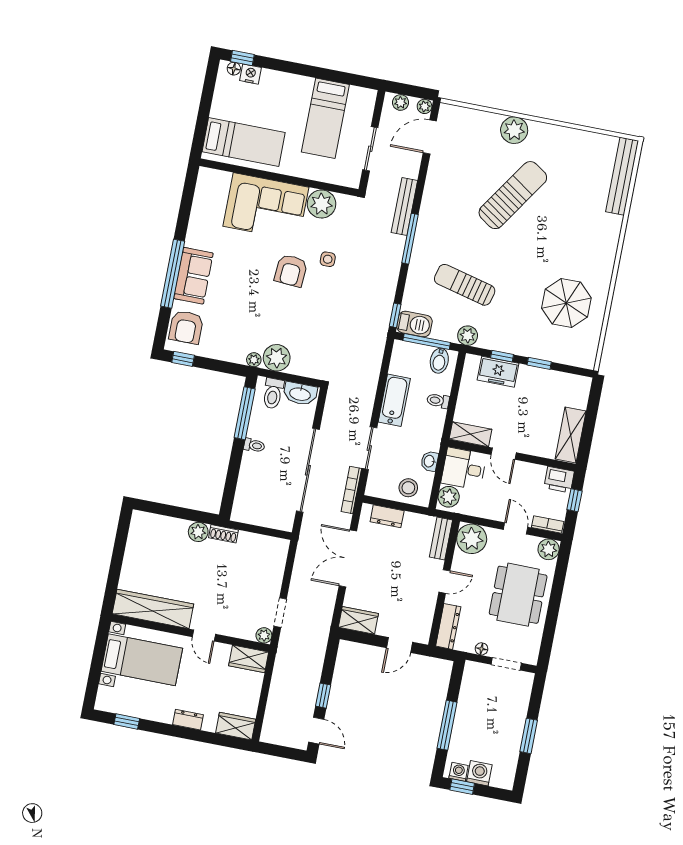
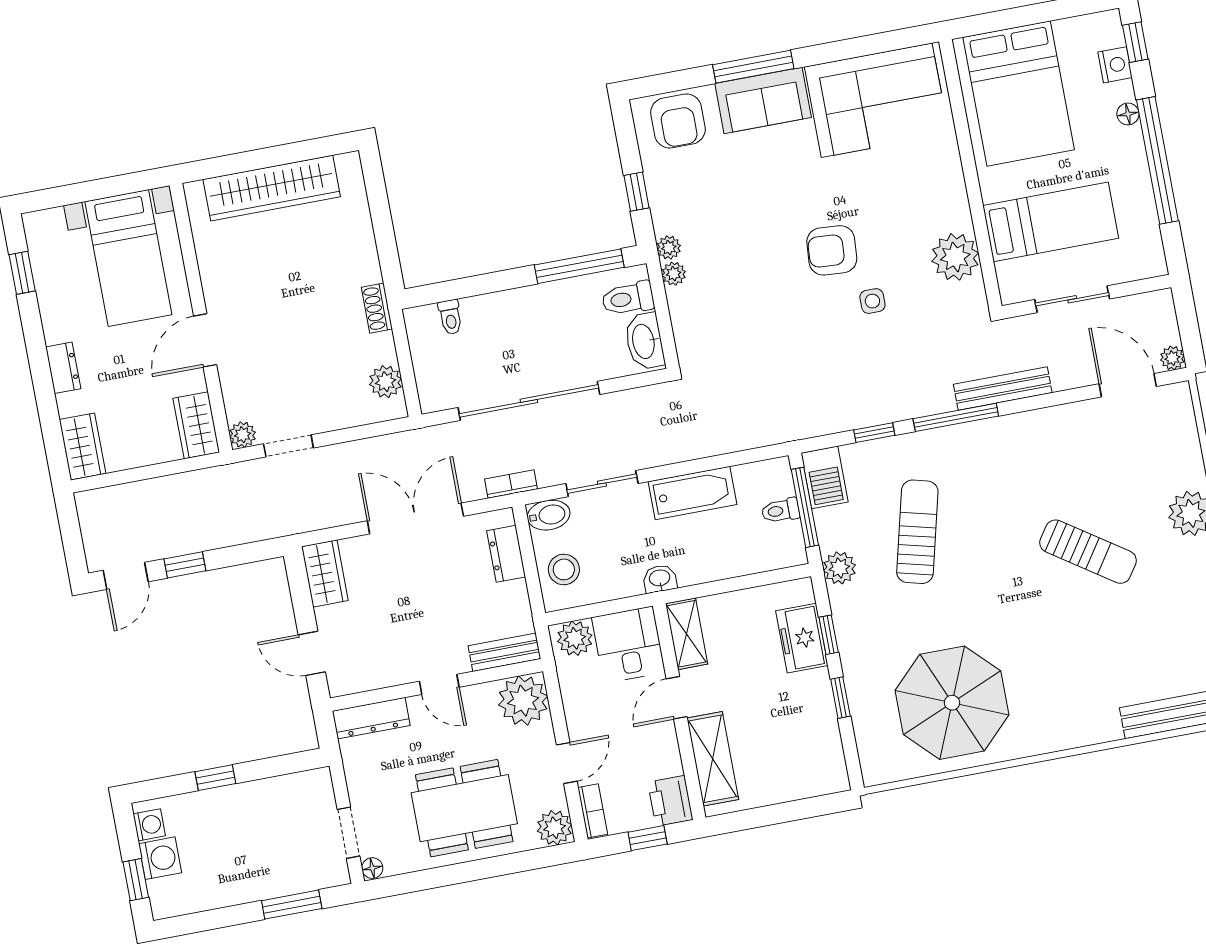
floor lamp: (234, 69) -> (1128, 114), moved
window: (312, 72) -> (1157, 160), added
plant: (400, 102) -> (1164, 318), removed
bed: (325, 118) -> (1051, 222), moved, turned 180
bed: (244, 142) -> (1019, 94), width x1.50
sun lounger: (513, 195) -> (1088, 552), width x0.73, depth x0.75
corner sofa: (266, 207) -> (877, 100), moved, turned -90
window: (173, 274) -> (753, 67), width x0.68
parasol: (566, 303) -> (952, 703), width x1.36, depth x1.36
window: (395, 315) -> (874, 433), moved
armchair: (186, 327) -> (678, 121), turned -90
plant: (277, 358) -> (674, 274), width x0.53, depth x0.53
window: (183, 359) -> (637, 192), moved
bidet: (439, 361) -> (549, 515), moved, turned 180
toilet: (438, 401) -> (780, 511), moved, turned -90
shelving: (571, 435) -> (713, 759), moved, turned 90
toilet: (254, 445) -> (450, 317), moved
washbasin: (430, 461) -> (660, 579), moved
bookcase: (351, 490) -> (511, 484), width x0.64
plant: (198, 532) -> (386, 382), moved
wardrobe: (153, 609) -> (272, 188), moved, turned 90
door: (204, 635) -> (205, 340), width x1.38
floor lamp: (482, 649) -> (372, 868), moved
window: (447, 725) -> (215, 778), width x0.46
window: (529, 736) -> (292, 905), moved
window: (462, 787) -> (136, 880), moved

